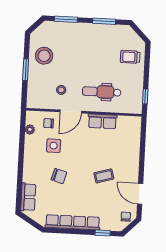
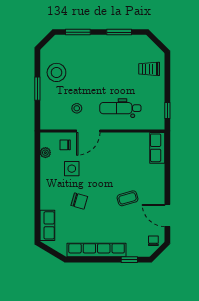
row of seats: (102, 121) -> (157, 148), moved, turned 90

